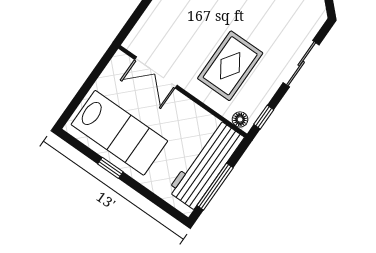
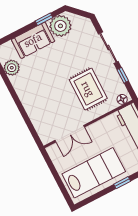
window: (264, 117) -> (123, 75), moved
window: (110, 168) -> (122, 183), moved

